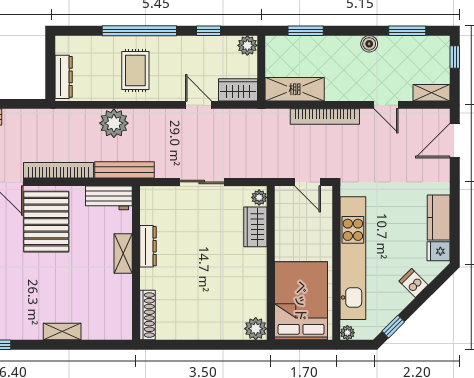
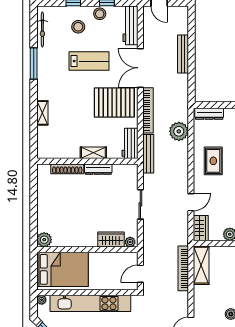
rug: (135, 71) -> (213, 161), turned 90
bookcase: (325, 117) -> (183, 268), moved
plant: (114, 123) -> (179, 131), moved
shoe rack: (148, 315) -> (67, 169), moved

